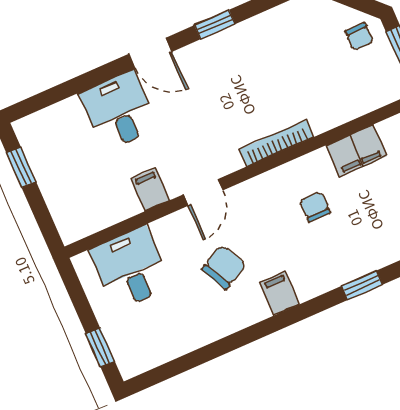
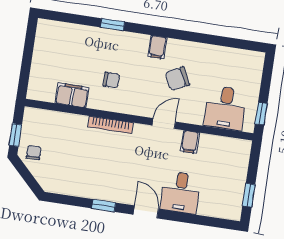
chair: (315, 207) -> (111, 80), turned -90
window: (100, 348) -> (261, 114), moved

